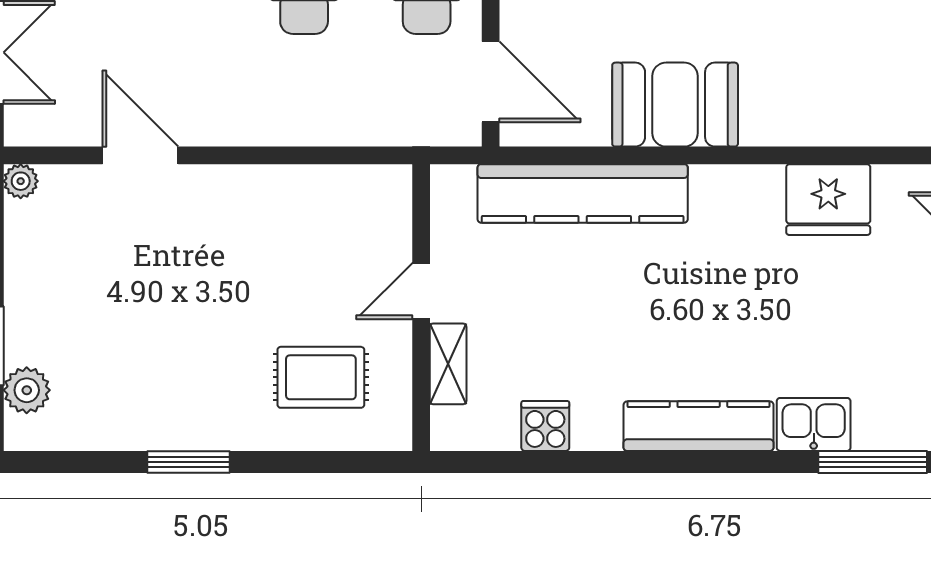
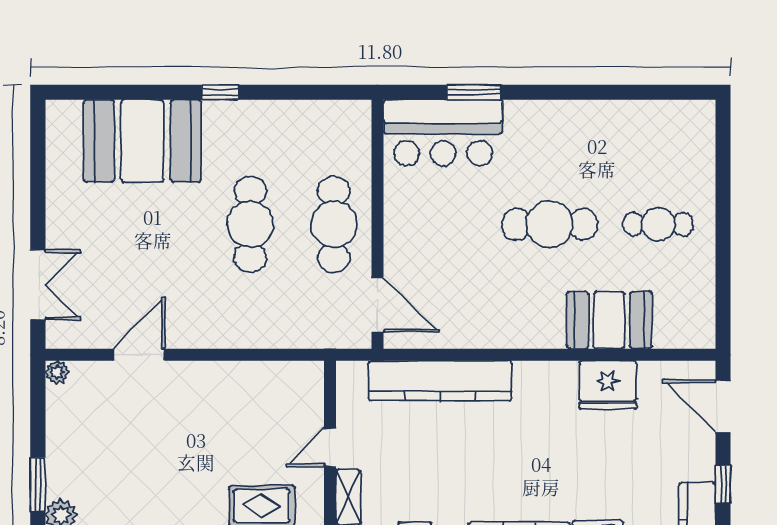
booth: (675, 105) -> (609, 320), moved
door: (140, 155) -> (139, 355), hinge flipped

